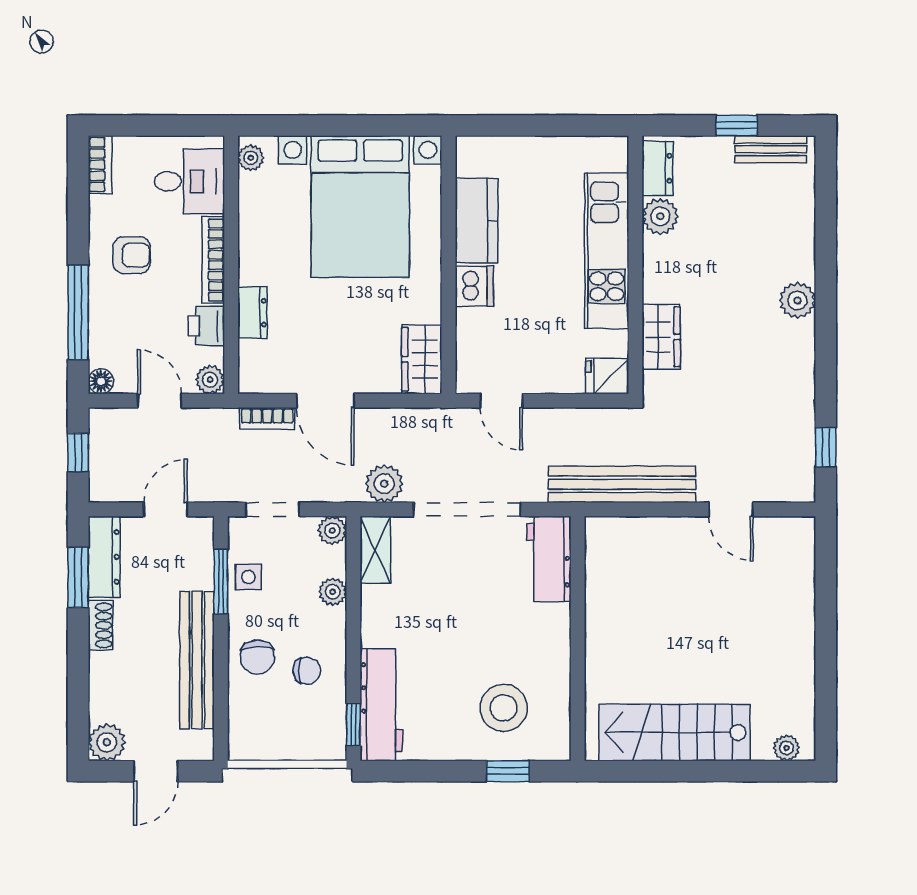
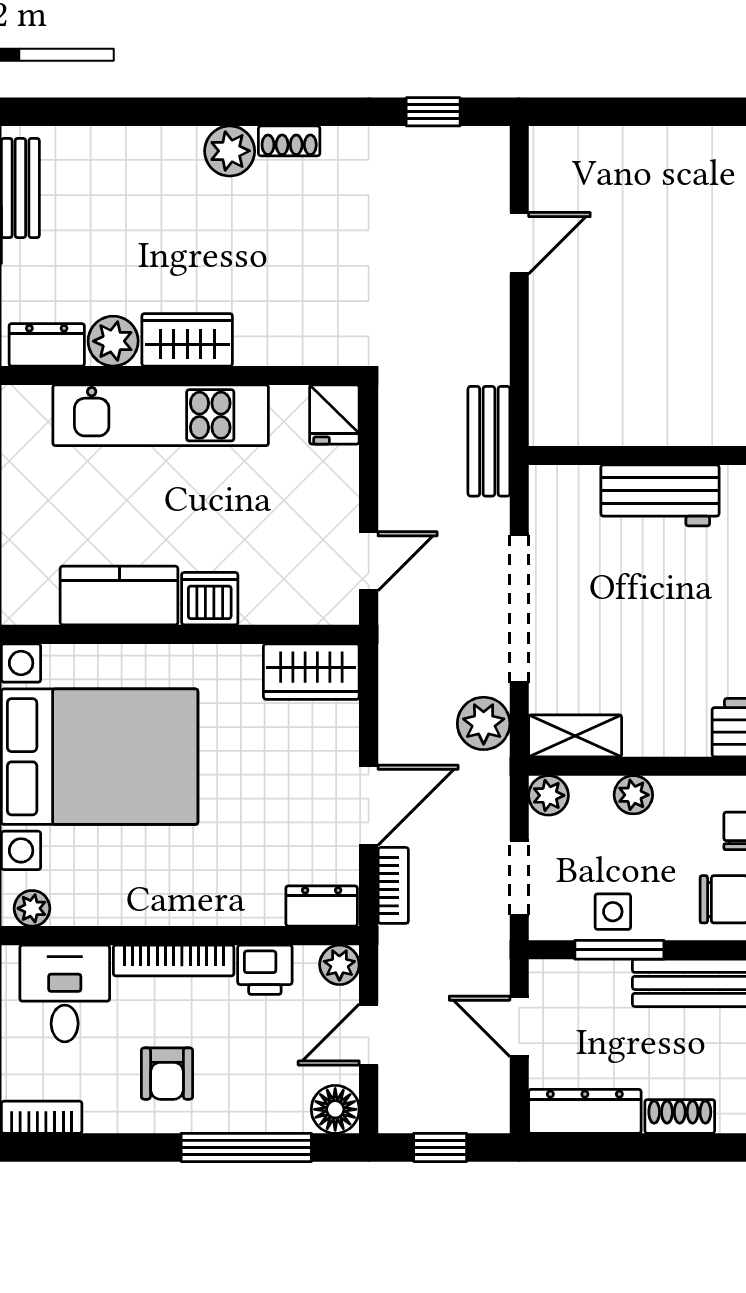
armchair: (131, 255) -> (167, 1074), turned 180
dresser: (252, 313) -> (322, 906), moved
wardrobe: (661, 337) -> (187, 340), moved
shoe rack: (805, 343) -> (289, 141), added
floor lamp: (101, 381) -> (335, 1109), width x1.37, depth x1.37
bench: (622, 484) -> (489, 441), width x0.54, depth x0.82
workbench: (549, 559) -> (660, 495), moved
window: (78, 578) -> (614, 1147), removed

